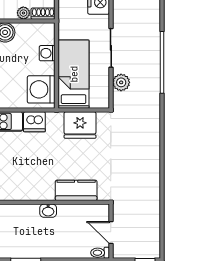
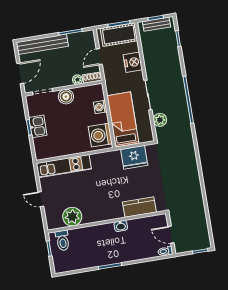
dishwasher: (34, 122) -> (99, 160), removed

